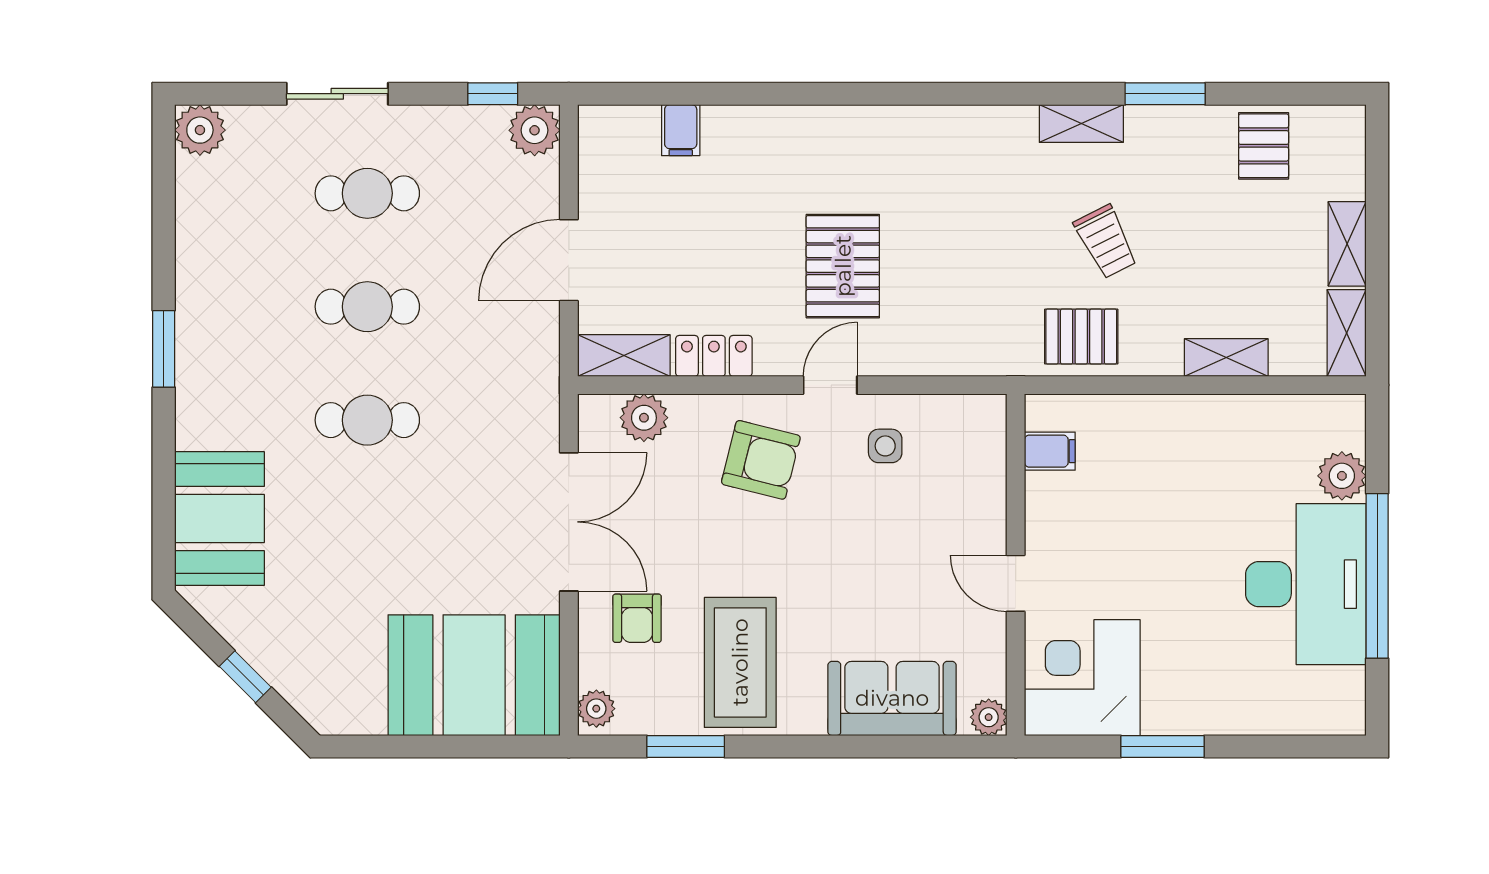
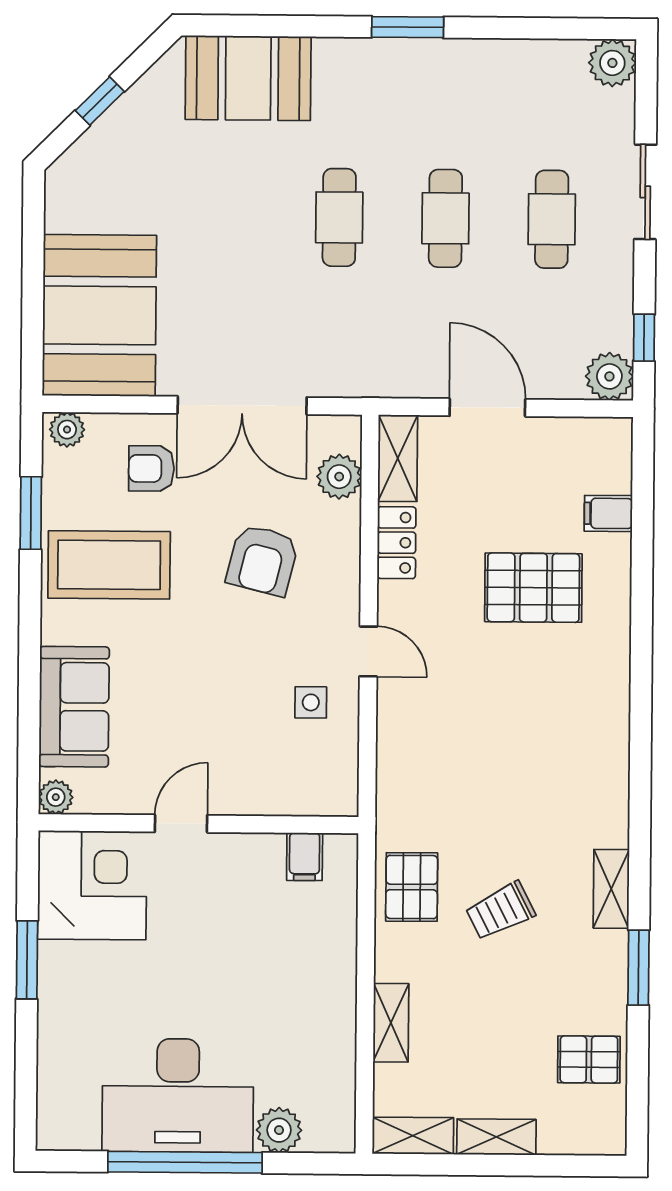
pallet: (843, 266) -> (533, 588), moved
armchair: (761, 460) -> (262, 560), moved

